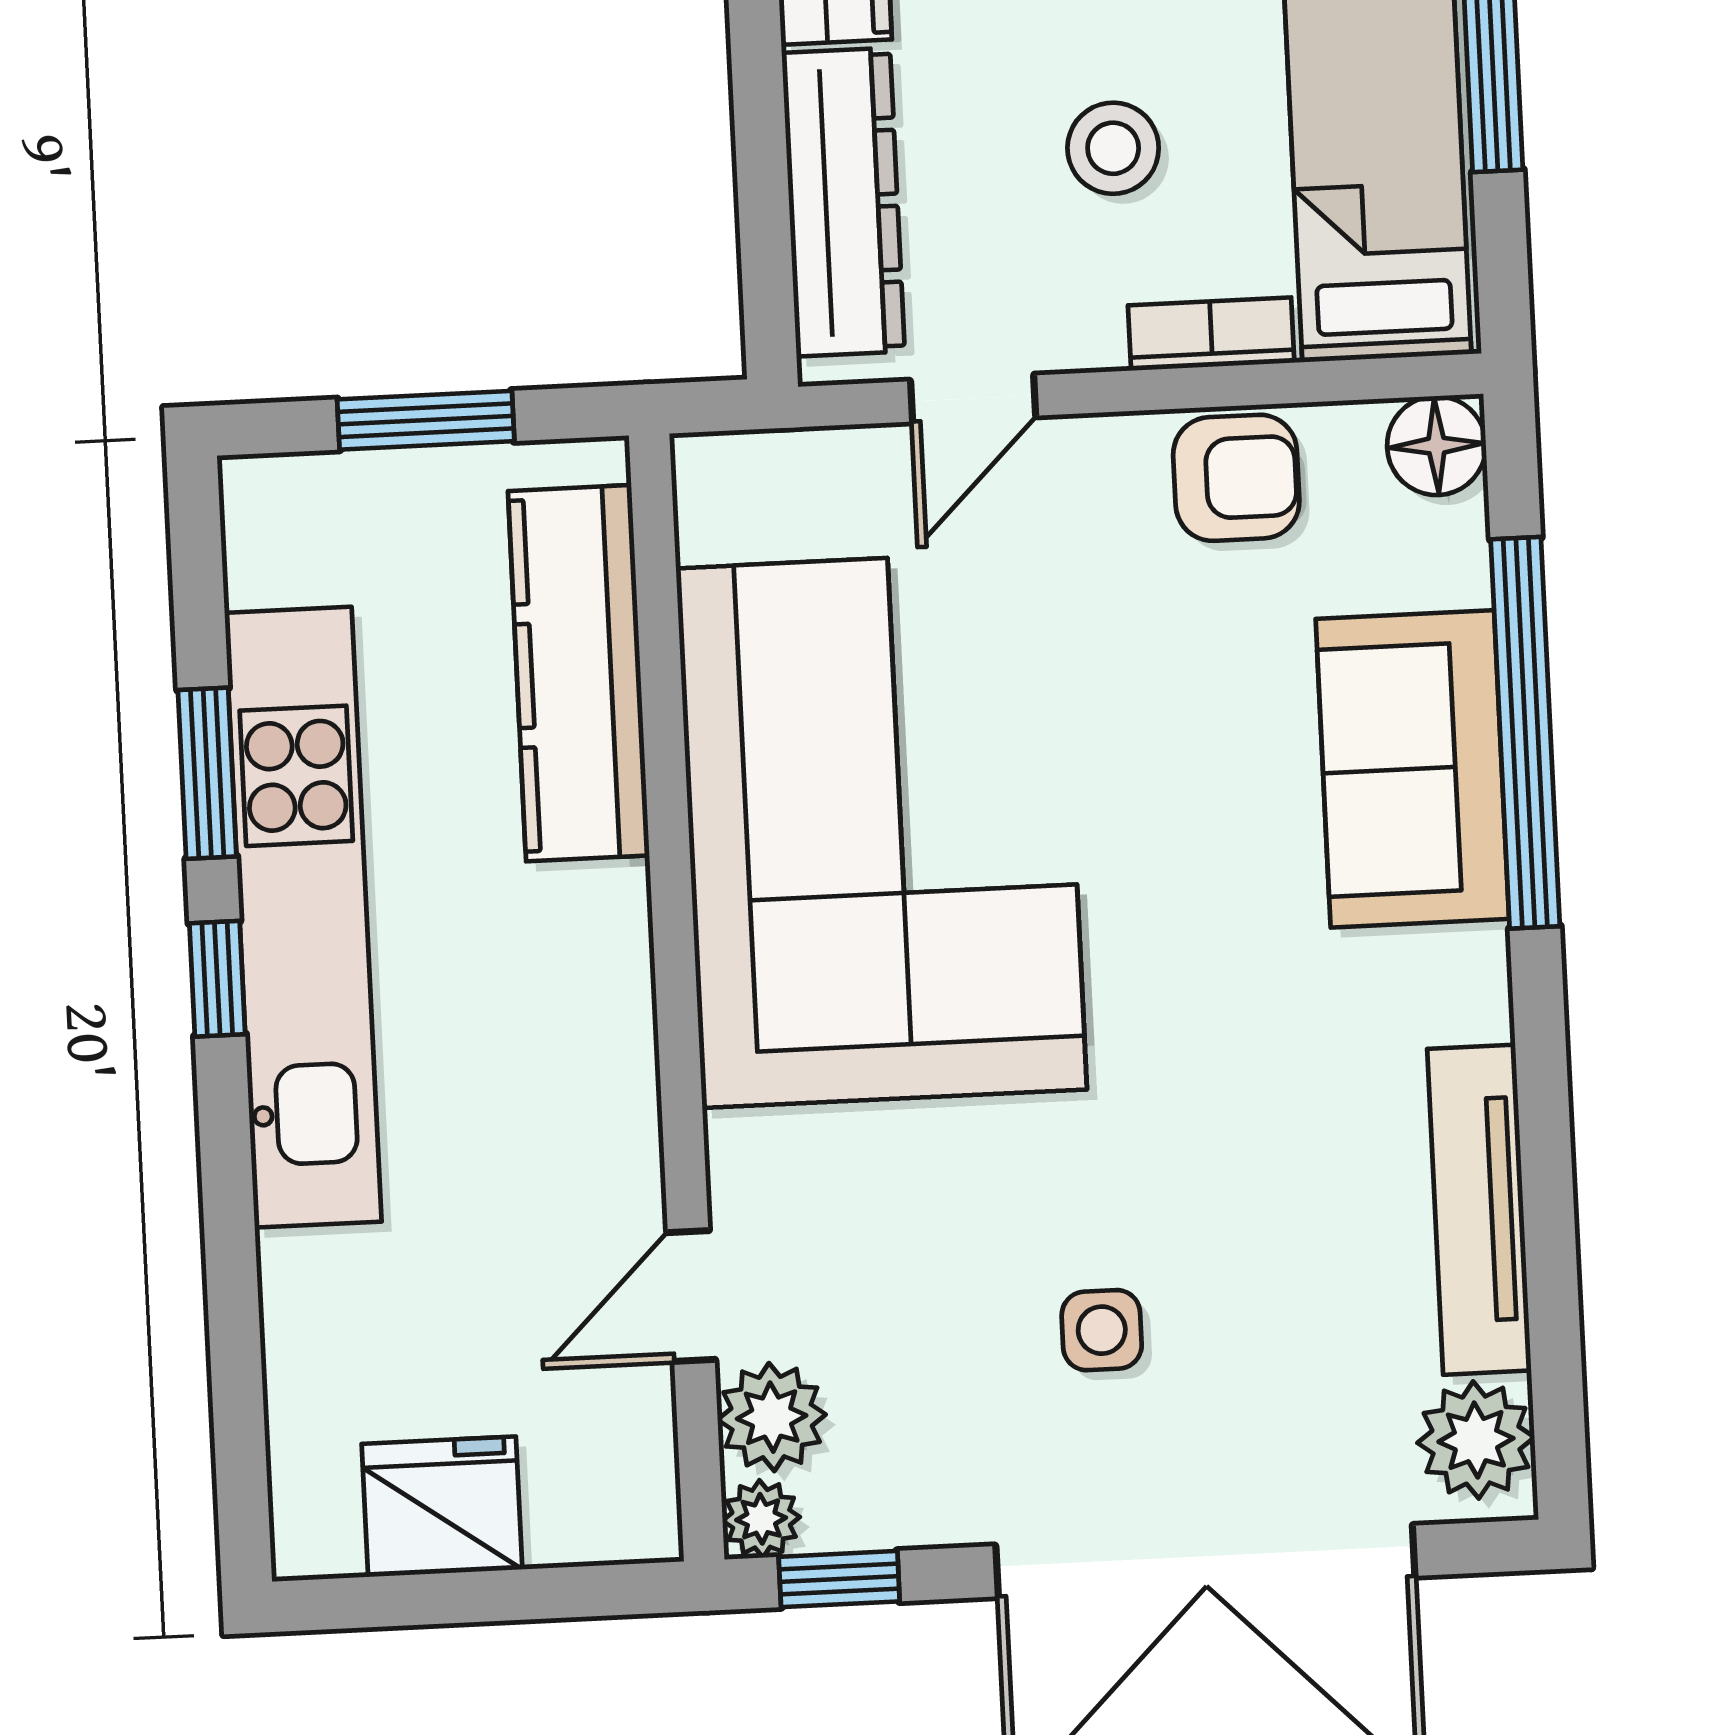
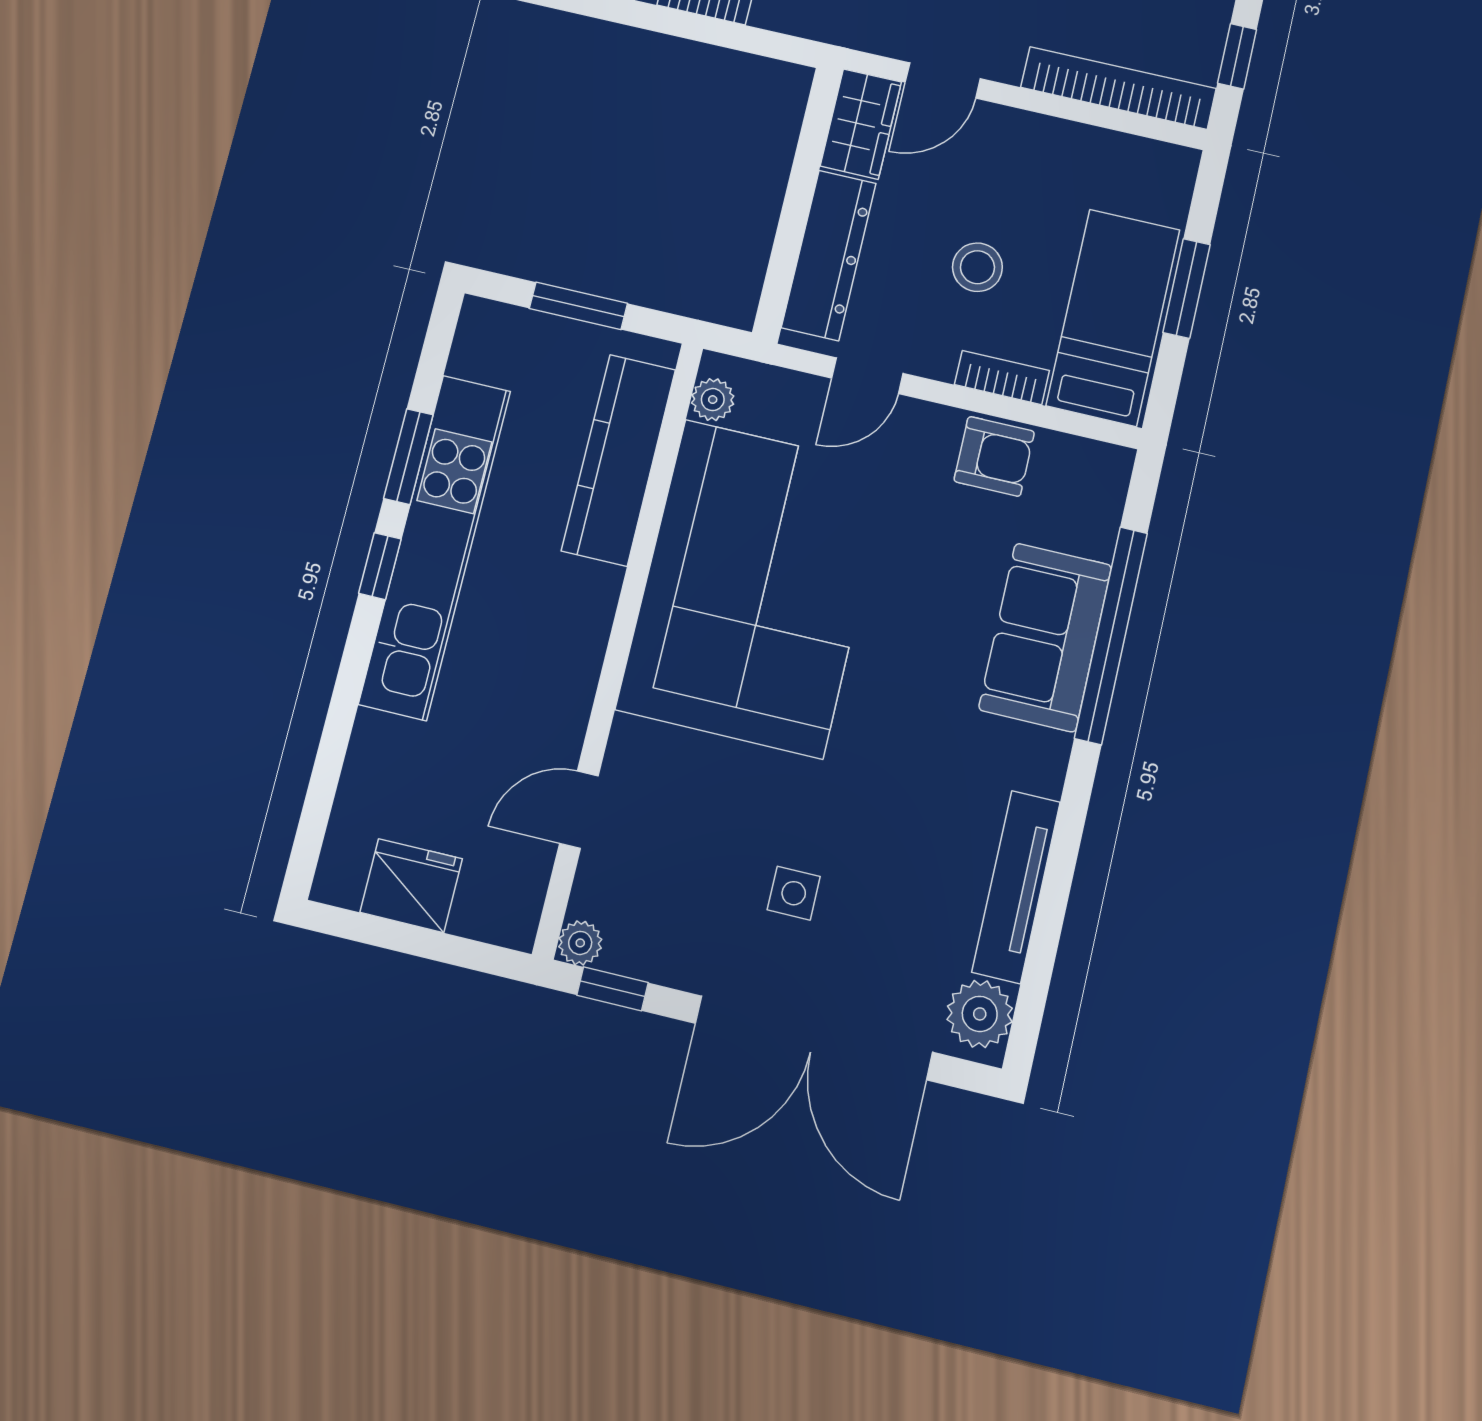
floor lamp: (1436, 446) -> (1105, 470), removed
plant: (772, 1417) -> (713, 400), moved, width x0.73, depth x0.73

